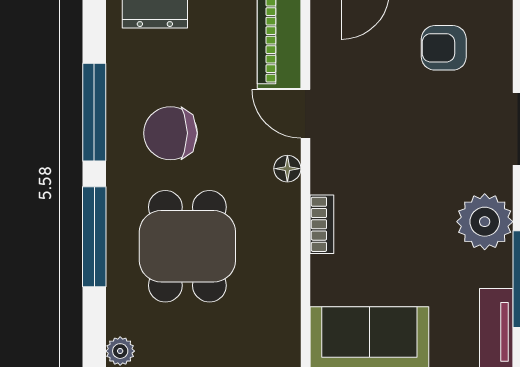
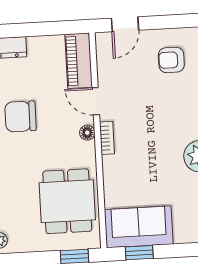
bookcase: (322, 224) -> (107, 138), moved
dining table: (187, 246) -> (67, 201), moved

